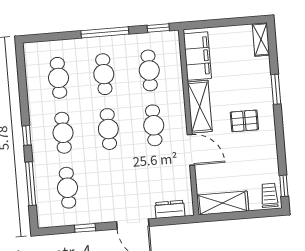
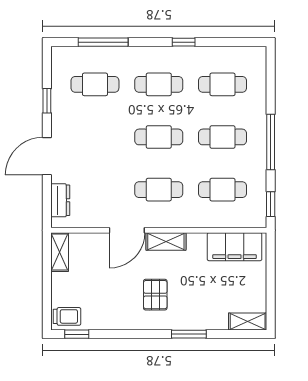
shelving: (200, 107) -> (166, 242), width x0.67, depth x0.75
window: (27, 135) -> (184, 42), moved
shelving: (223, 203) -> (60, 252), width x0.67, depth x0.75

